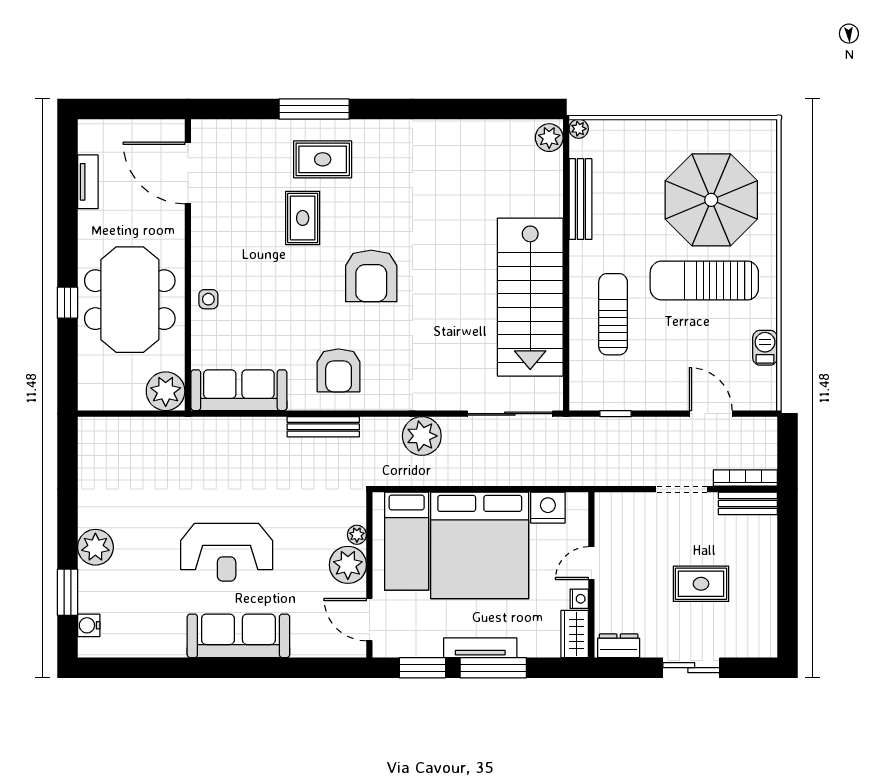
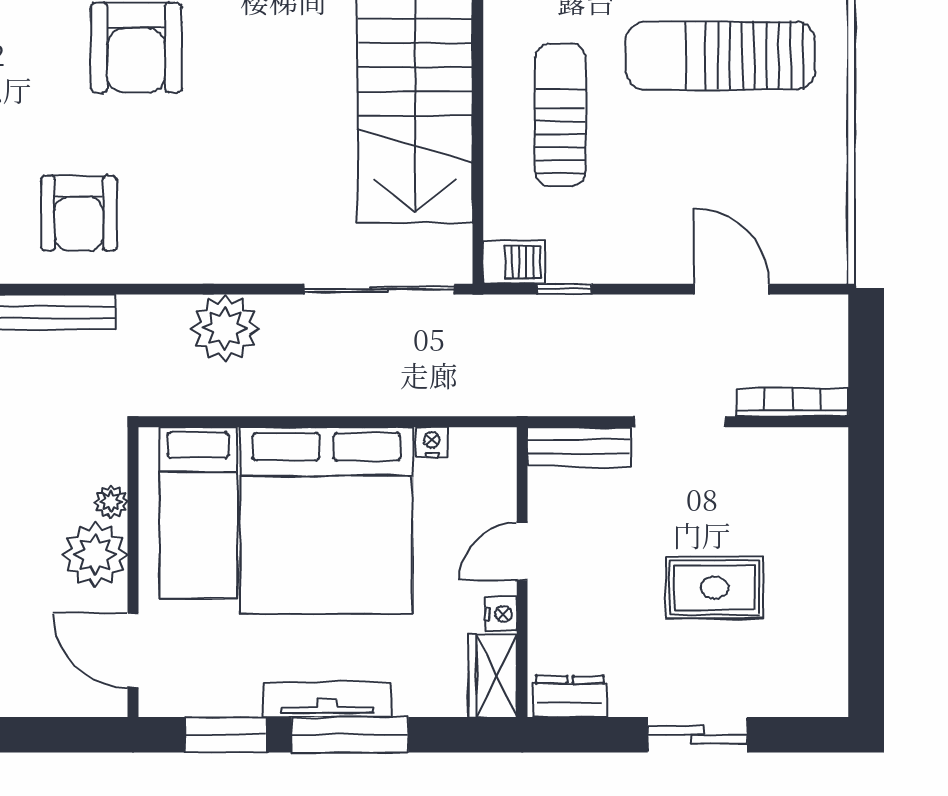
barbecue: (765, 348) -> (514, 262), moved, turned 90
bench: (748, 503) -> (579, 447), moved
nightstand: (548, 508) -> (432, 442), width x0.53, depth x0.56

